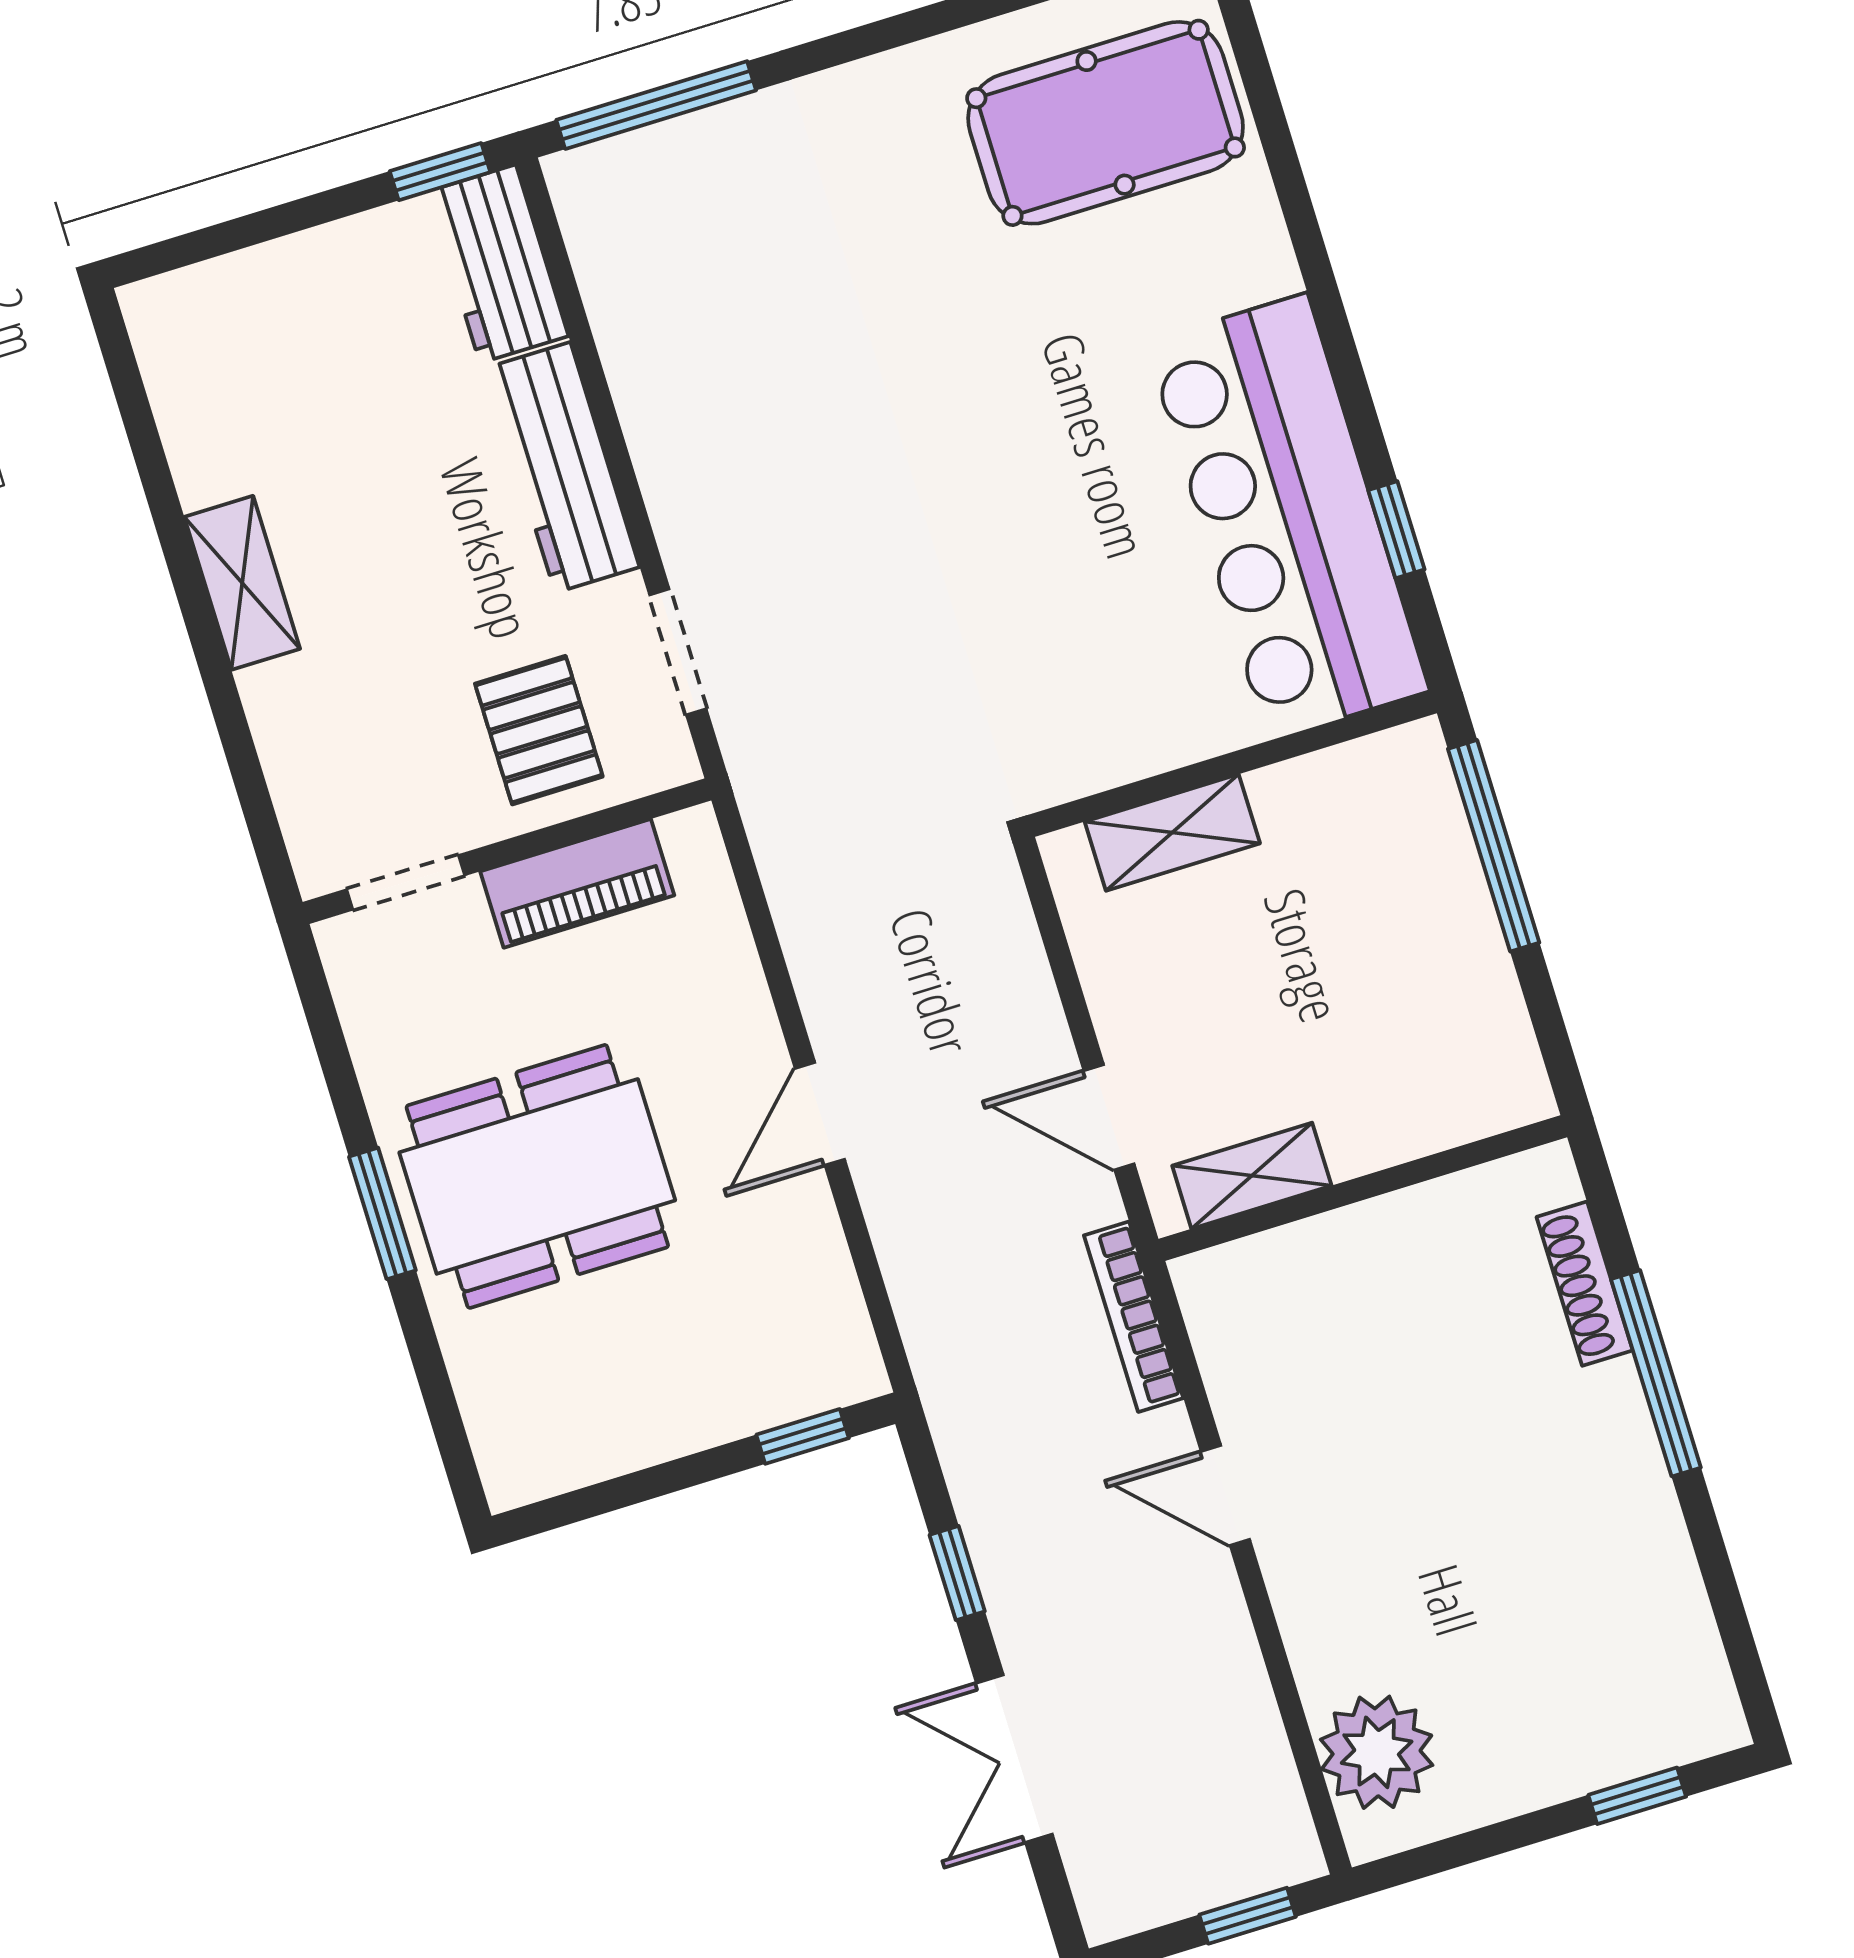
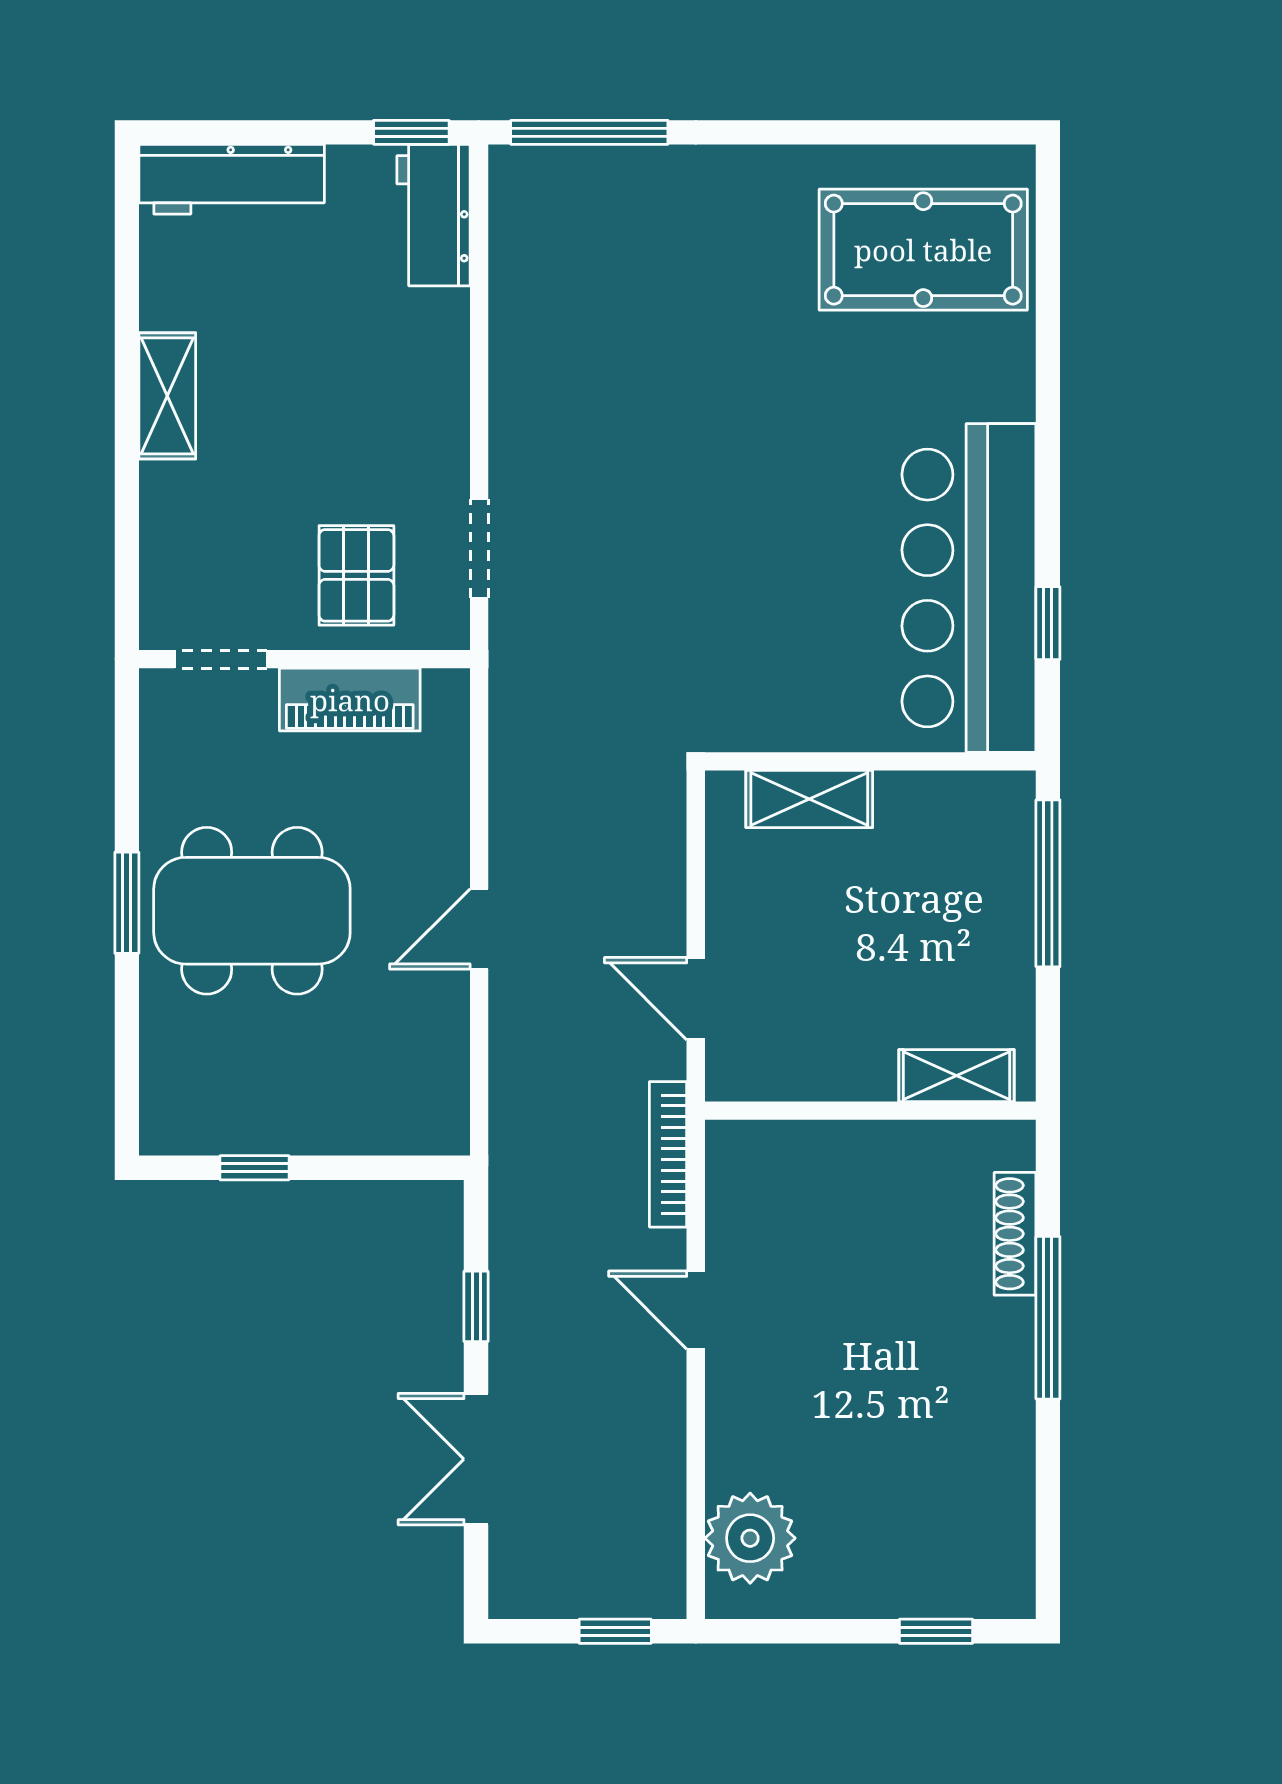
workbench: (563, 467) -> (232, 179), moved, turned -90
shelving: (1252, 1176) -> (957, 1076), moved
window: (803, 1436) -> (254, 1168), moved

